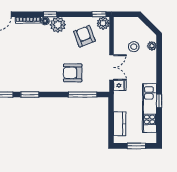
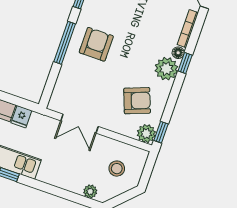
stool: (134, 47) -> (117, 169), moved
armchair: (73, 73) -> (96, 44), moved
fridge: (120, 85) -> (21, 117), moved
window: (83, 95) -> (65, 43), moved

